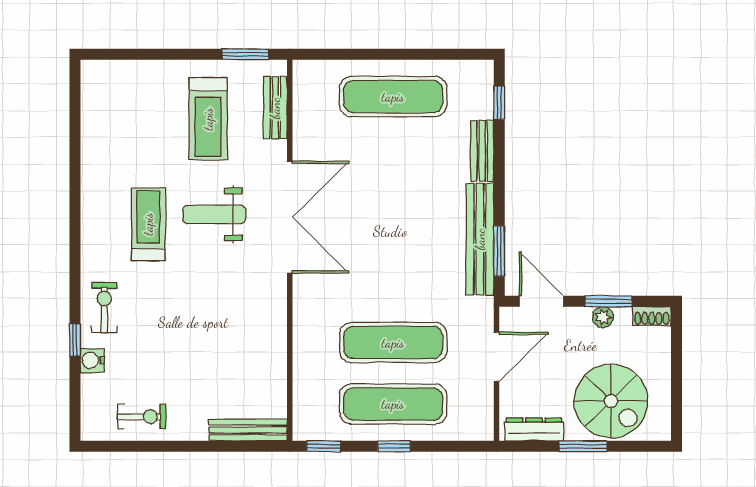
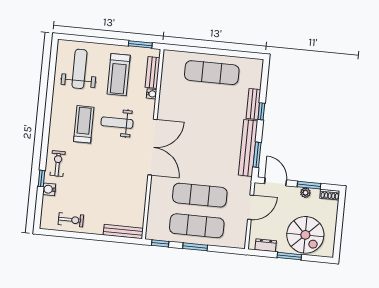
window: (499, 103) -> (261, 111), moved
weight bench: (129, 115) -> (79, 69), added
water cooler: (278, 150) -> (152, 94), added
double door: (290, 217) -> (153, 147), moved
dresser: (534, 429) -> (266, 245), width x0.70
window: (394, 446) -> (195, 247), width x1.50

